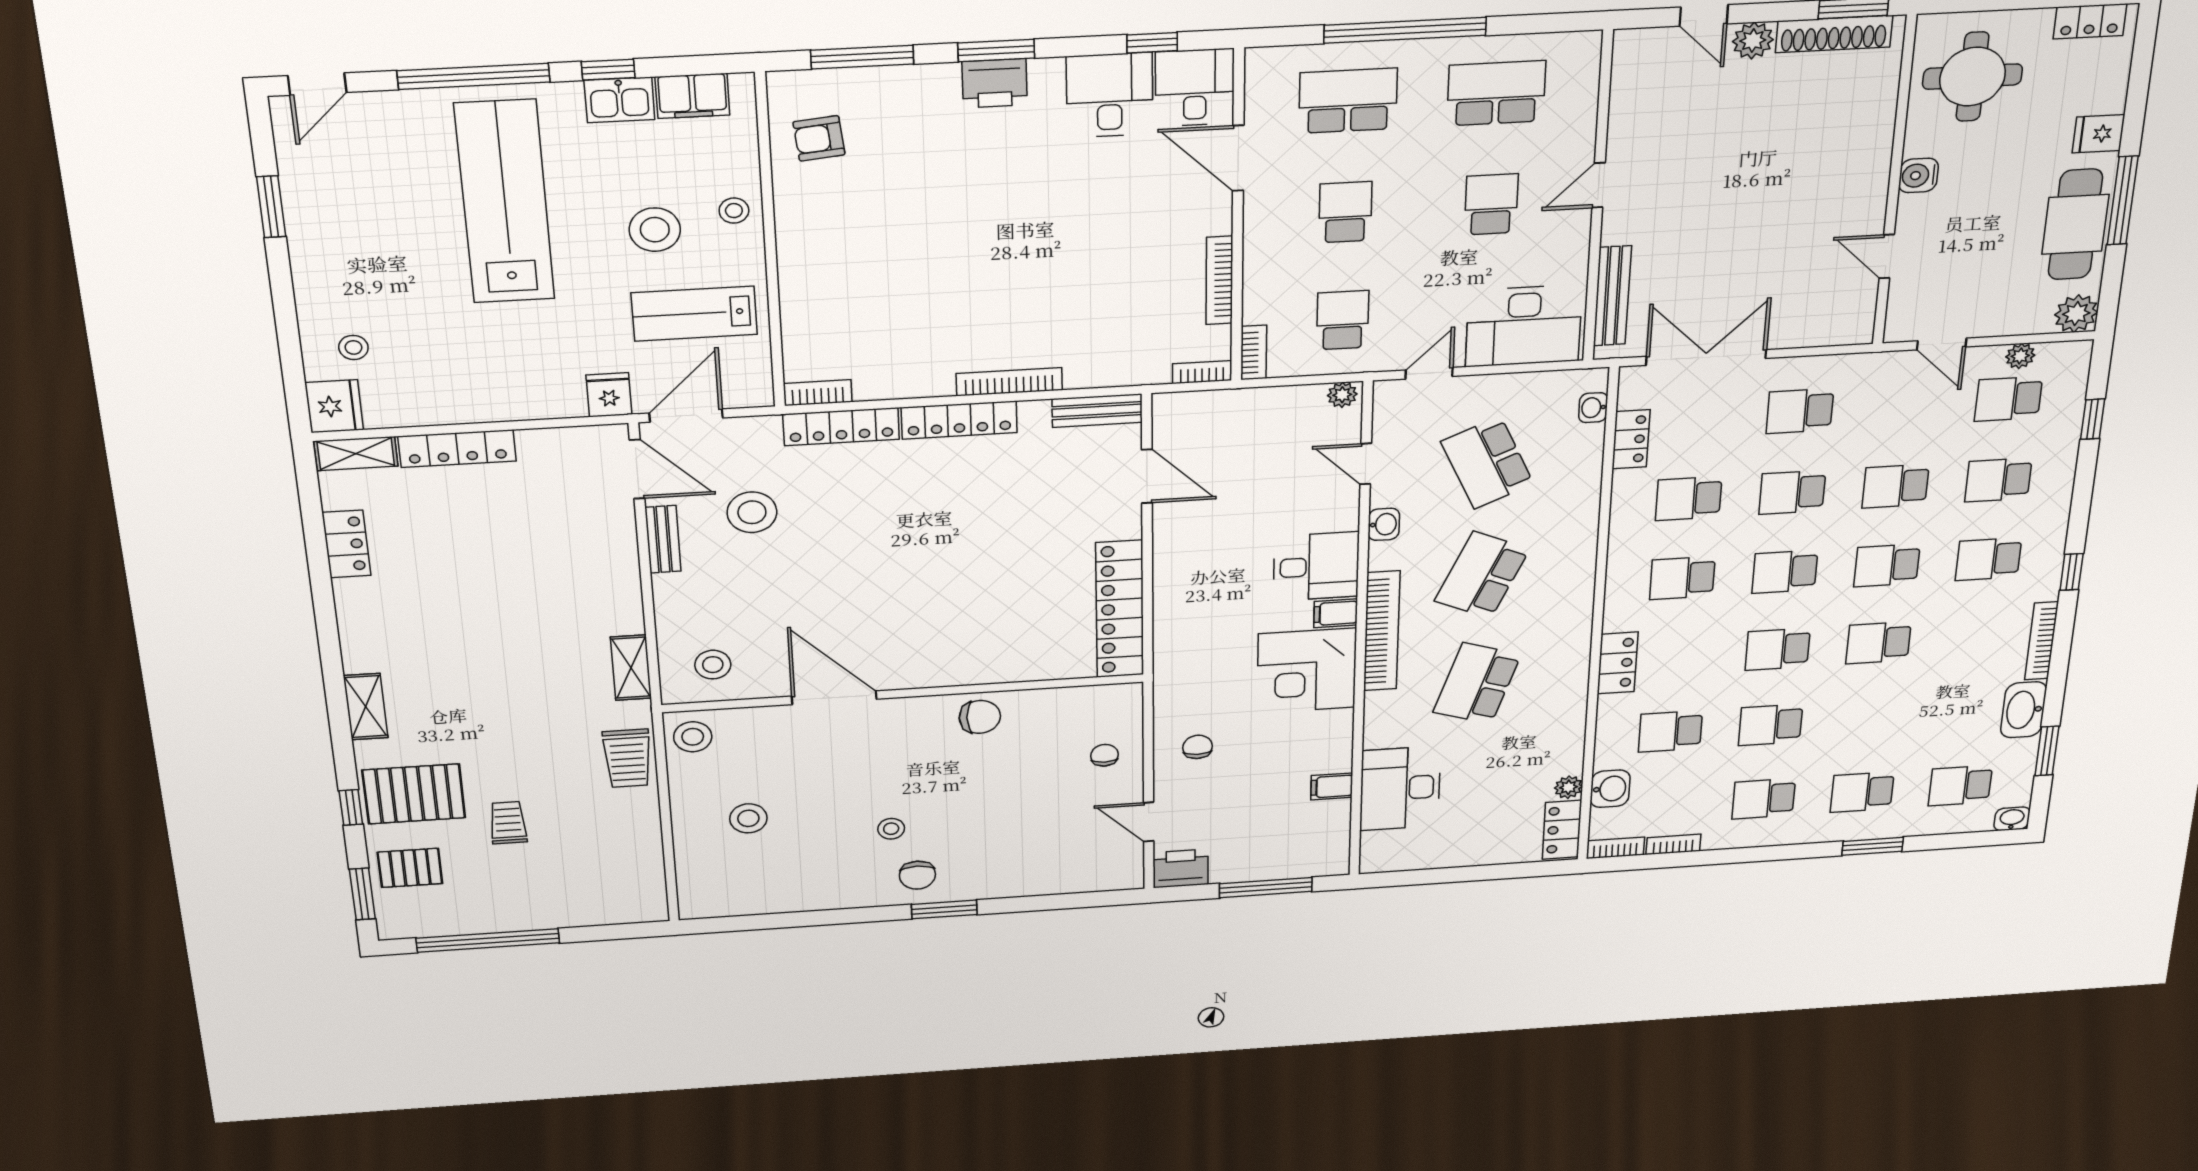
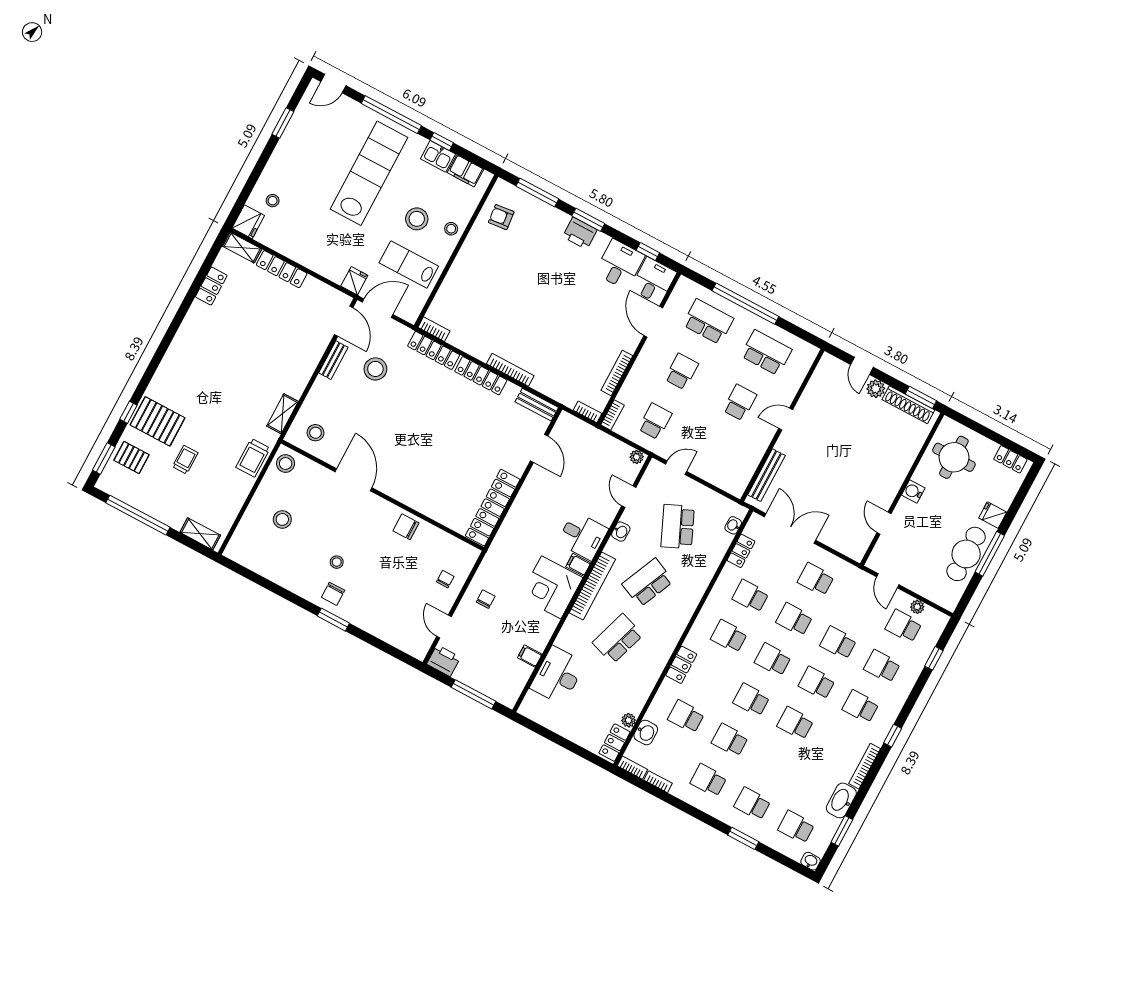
plant: (2076, 314) -> (949, 599), removed
desk: (1524, 326) -> (725, 468), removed
shelving: (366, 707) -> (200, 534), moved, turned 90
chair: (980, 717) -> (406, 527), turned 180

